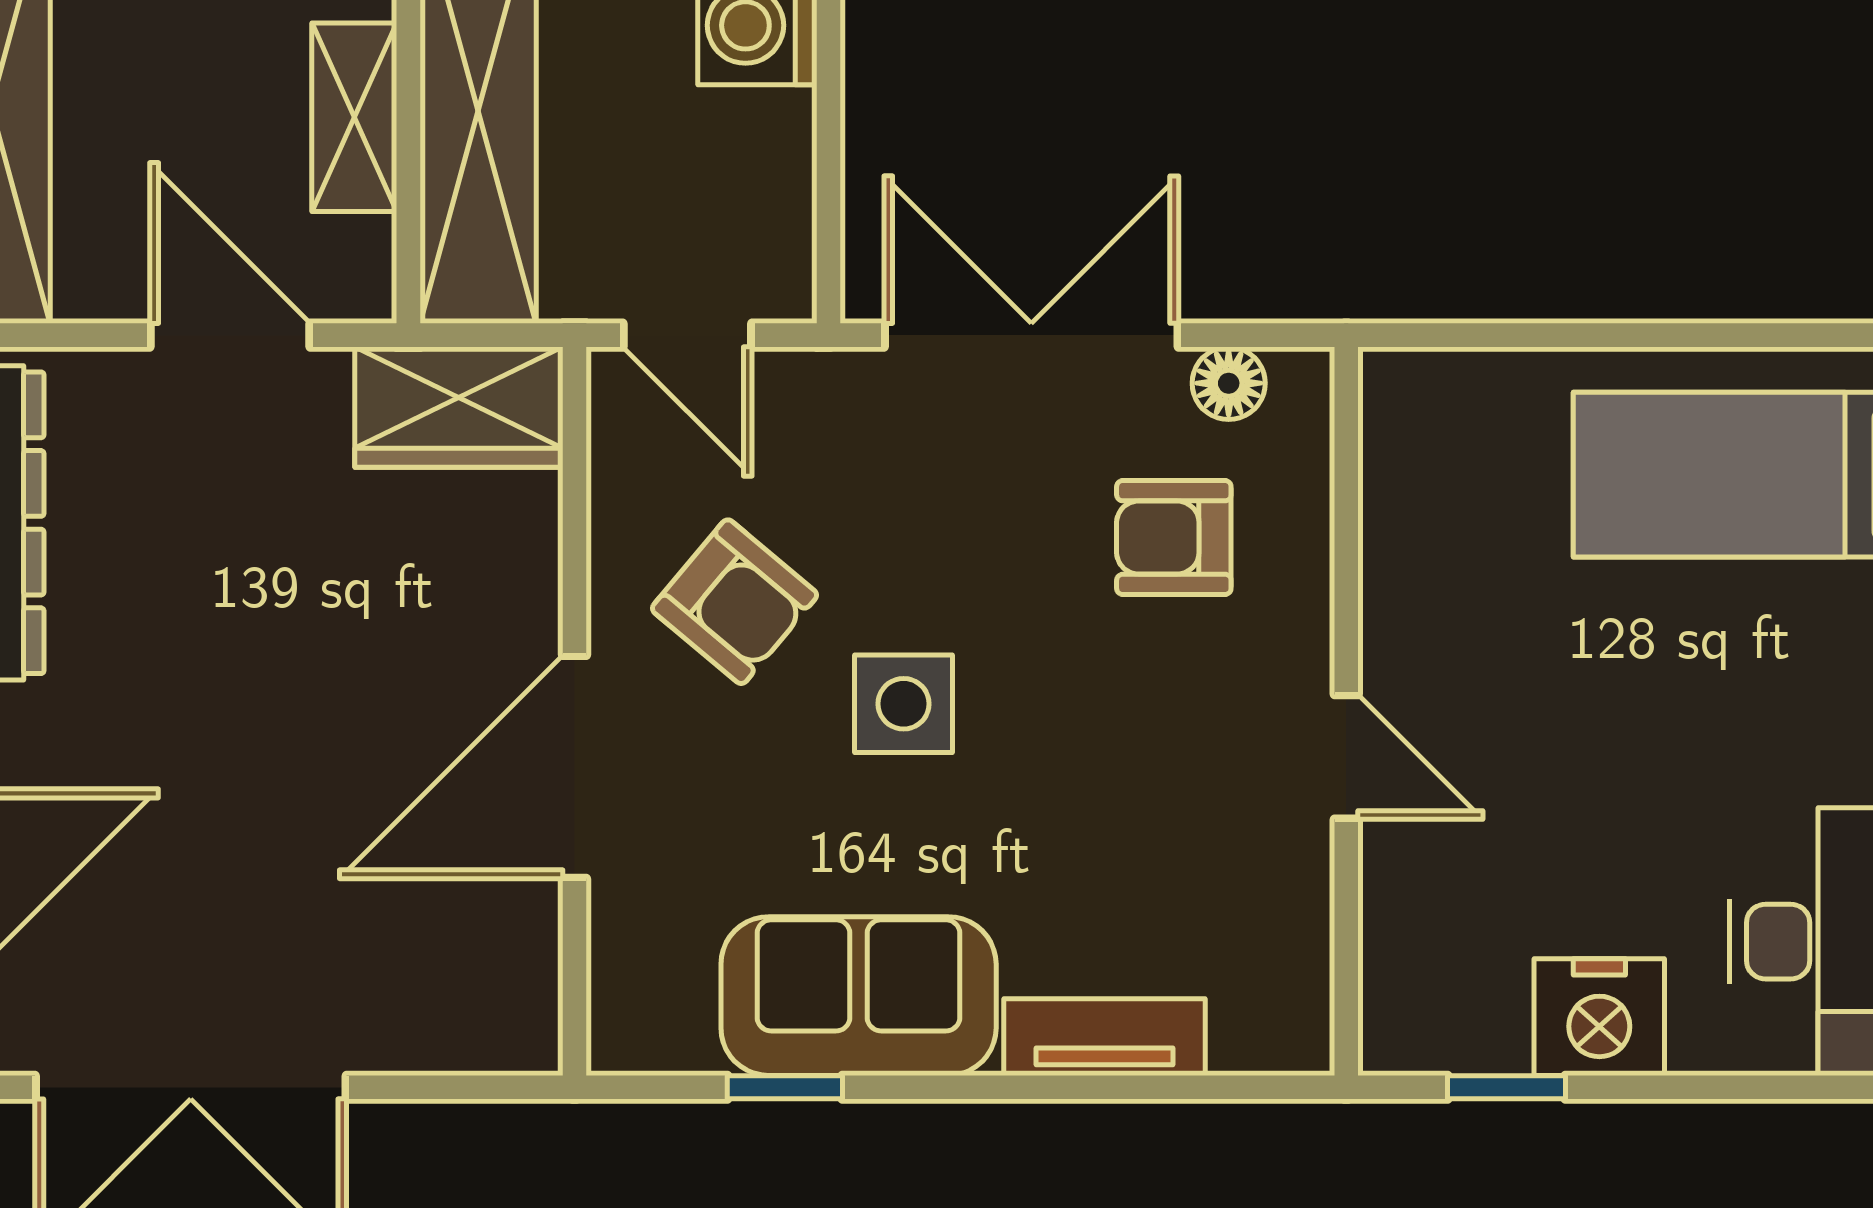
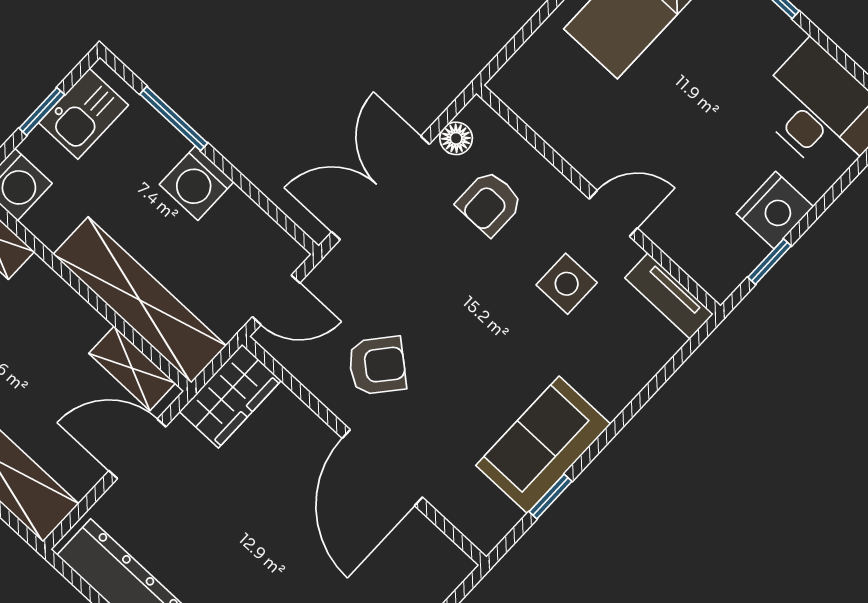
shelving: (354, 117) -> (132, 368), moved
side table: (904, 704) -> (567, 284), moved
tv unit: (1105, 1037) -> (669, 296), moved, turned -90

